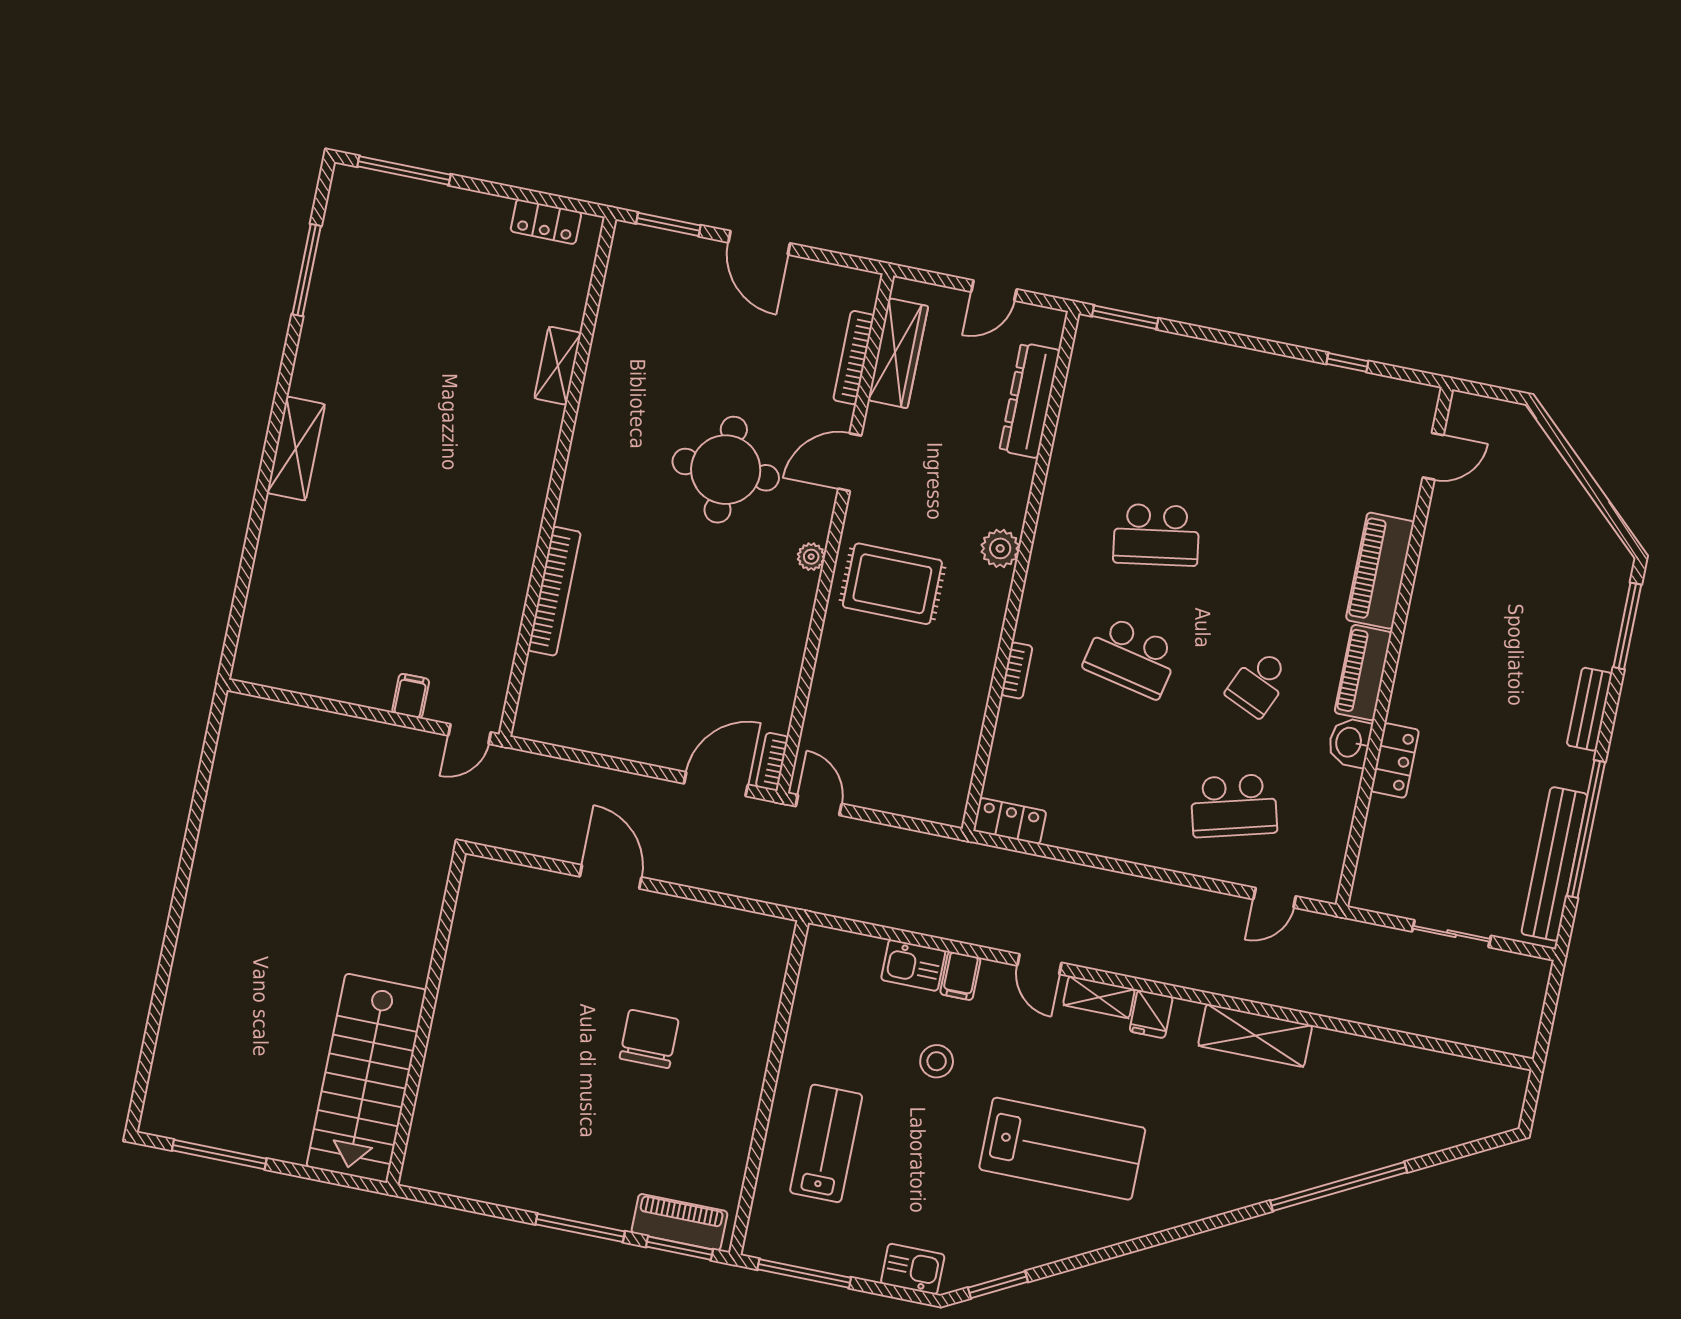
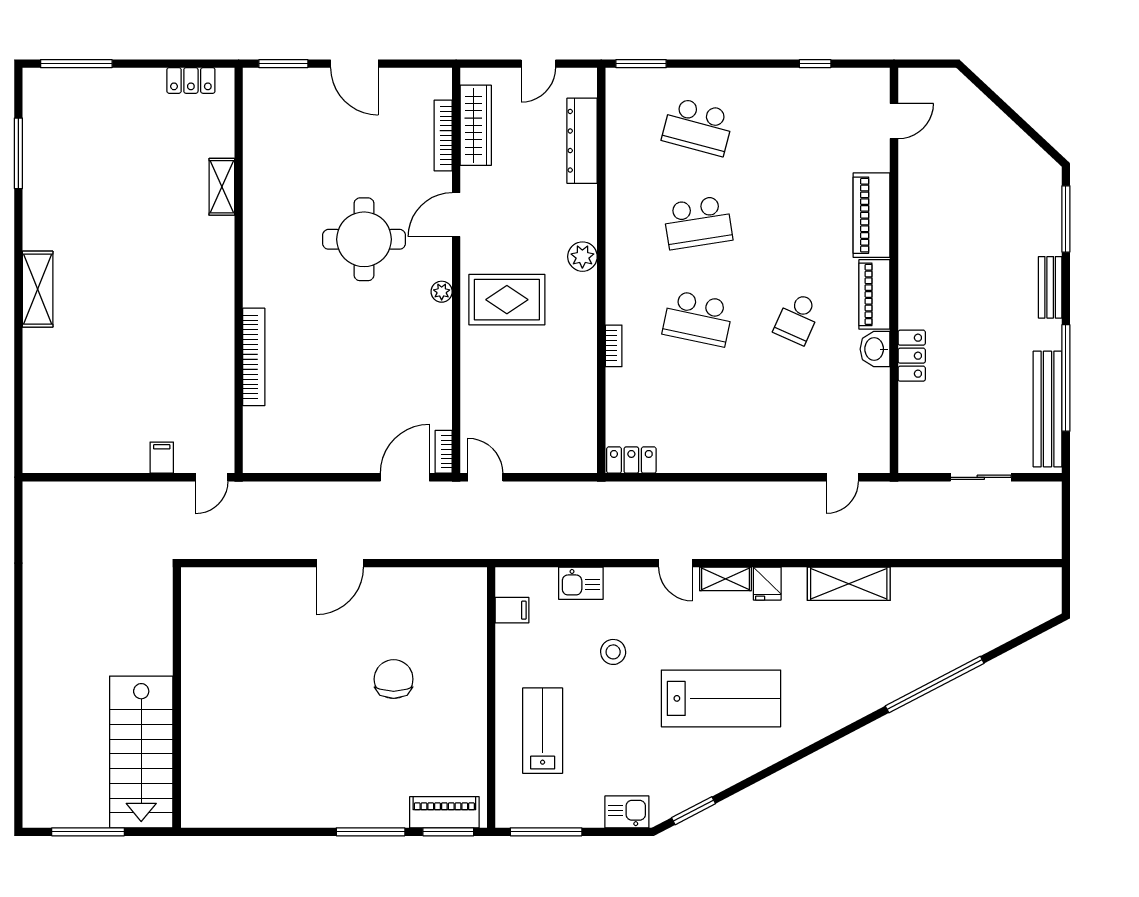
school desk: (1234, 806) -> (698, 127), moved, turned 30
door: (611, 877) -> (340, 563), swing flipped
filing cabinet: (960, 976) -> (512, 610), moved, turned -90
wall: (426, 1018) -> (177, 698), moved
stairs: (366, 1078) -> (141, 752), moved

